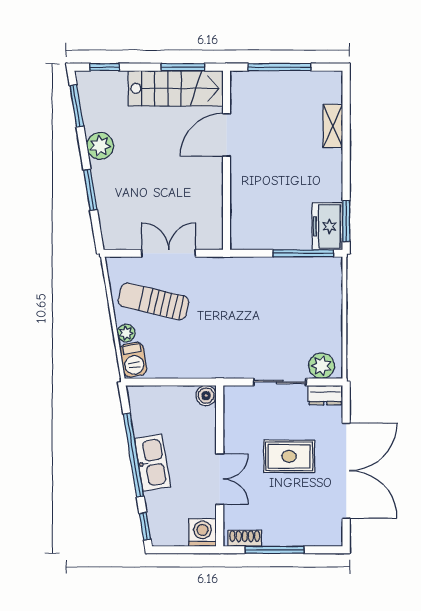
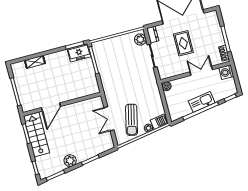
door: (227, 135) -> (51, 107), hinge flipped

